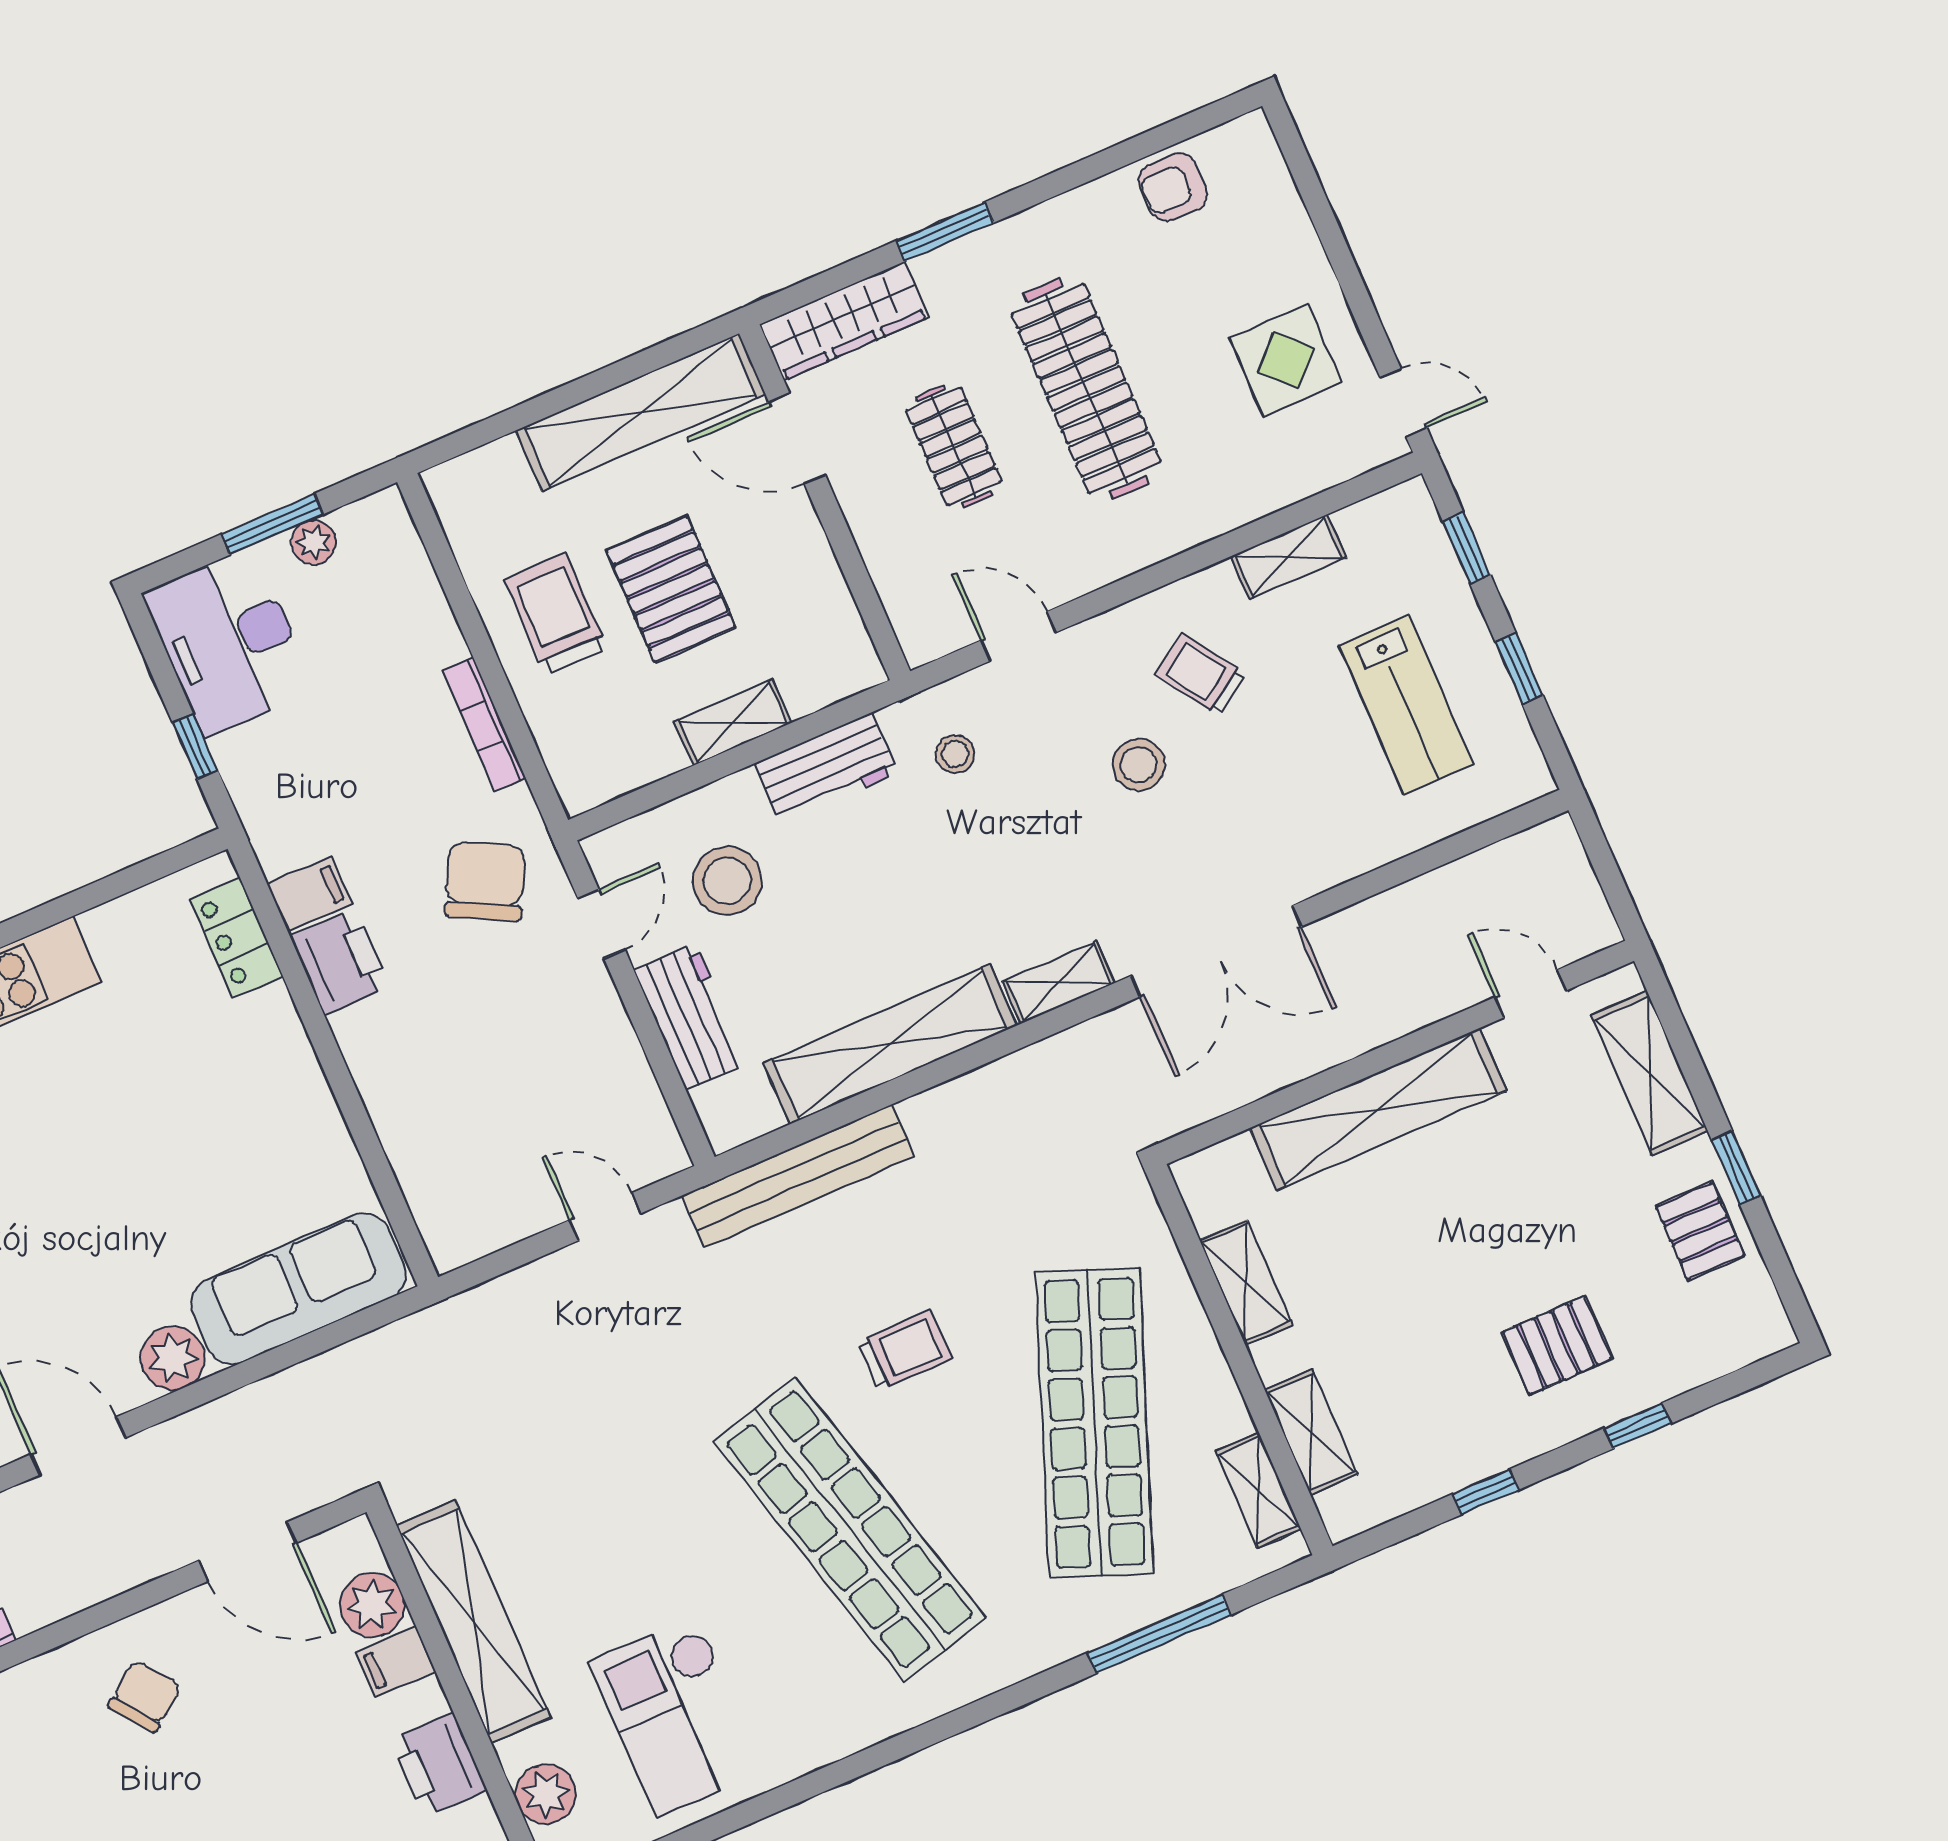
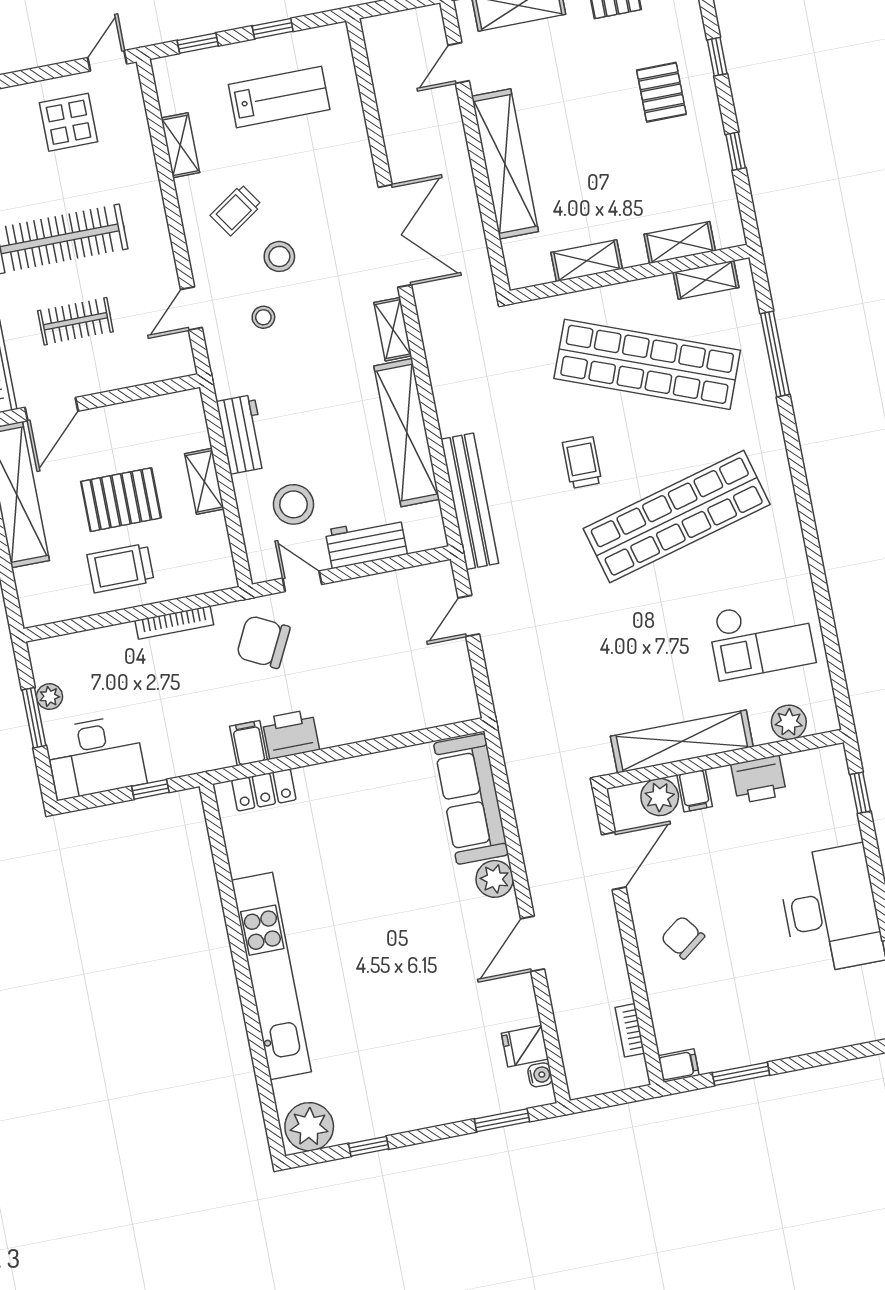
stool: (955, 754) -> (263, 317), moved

